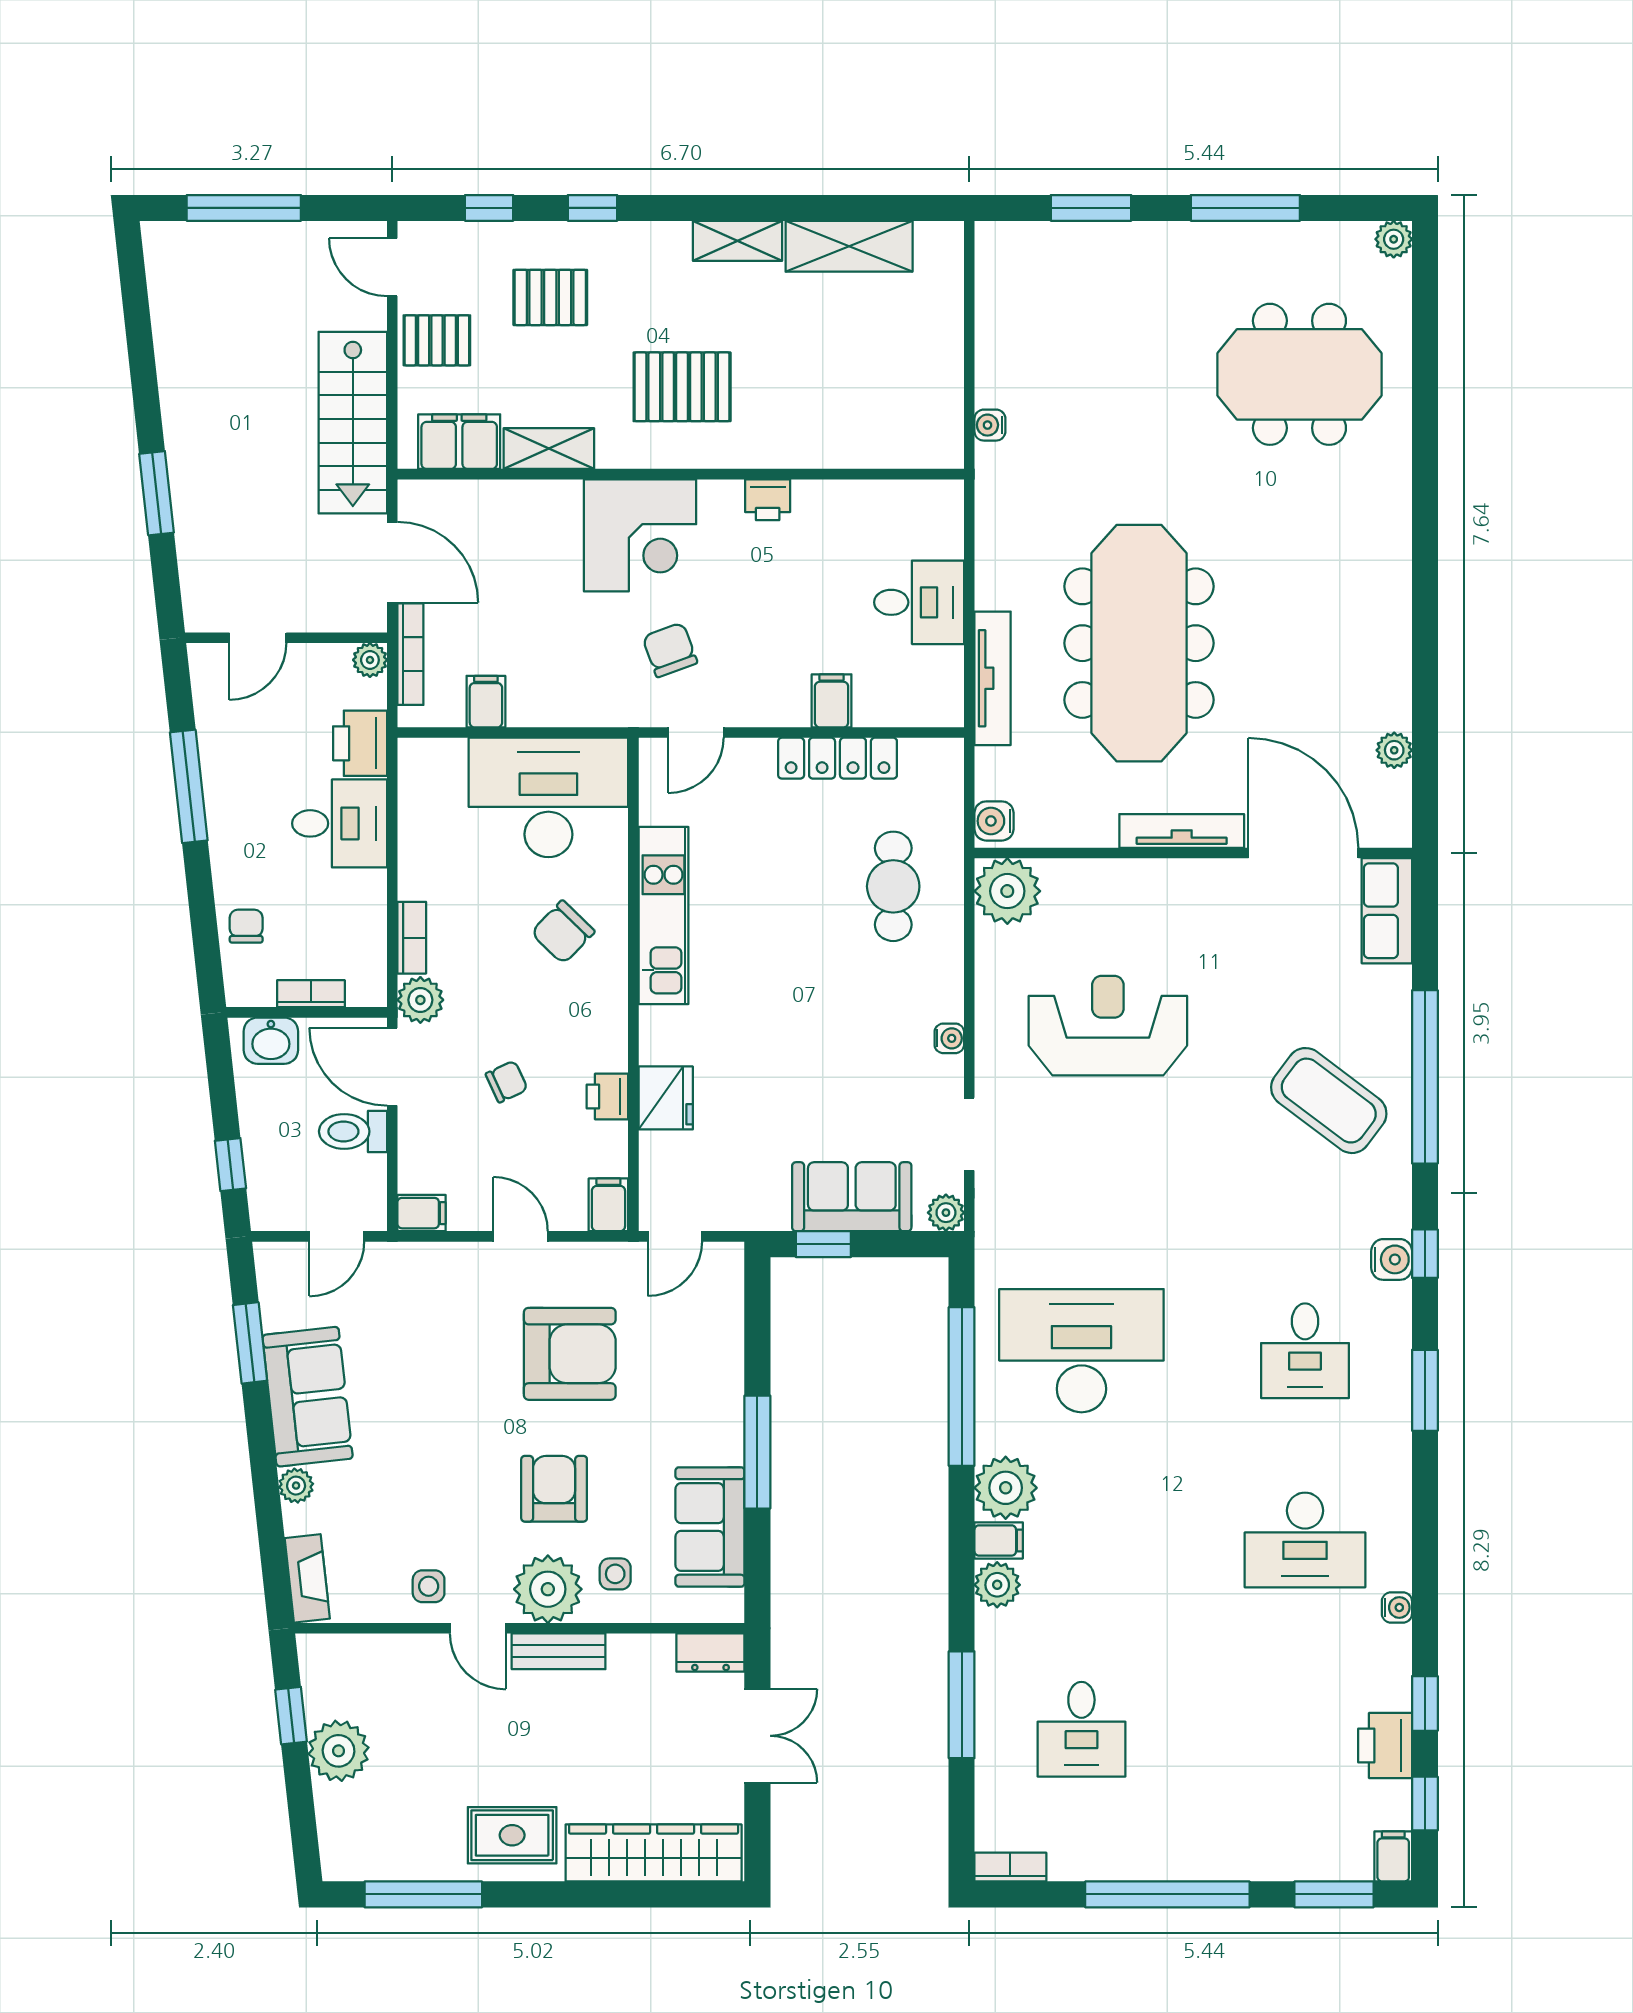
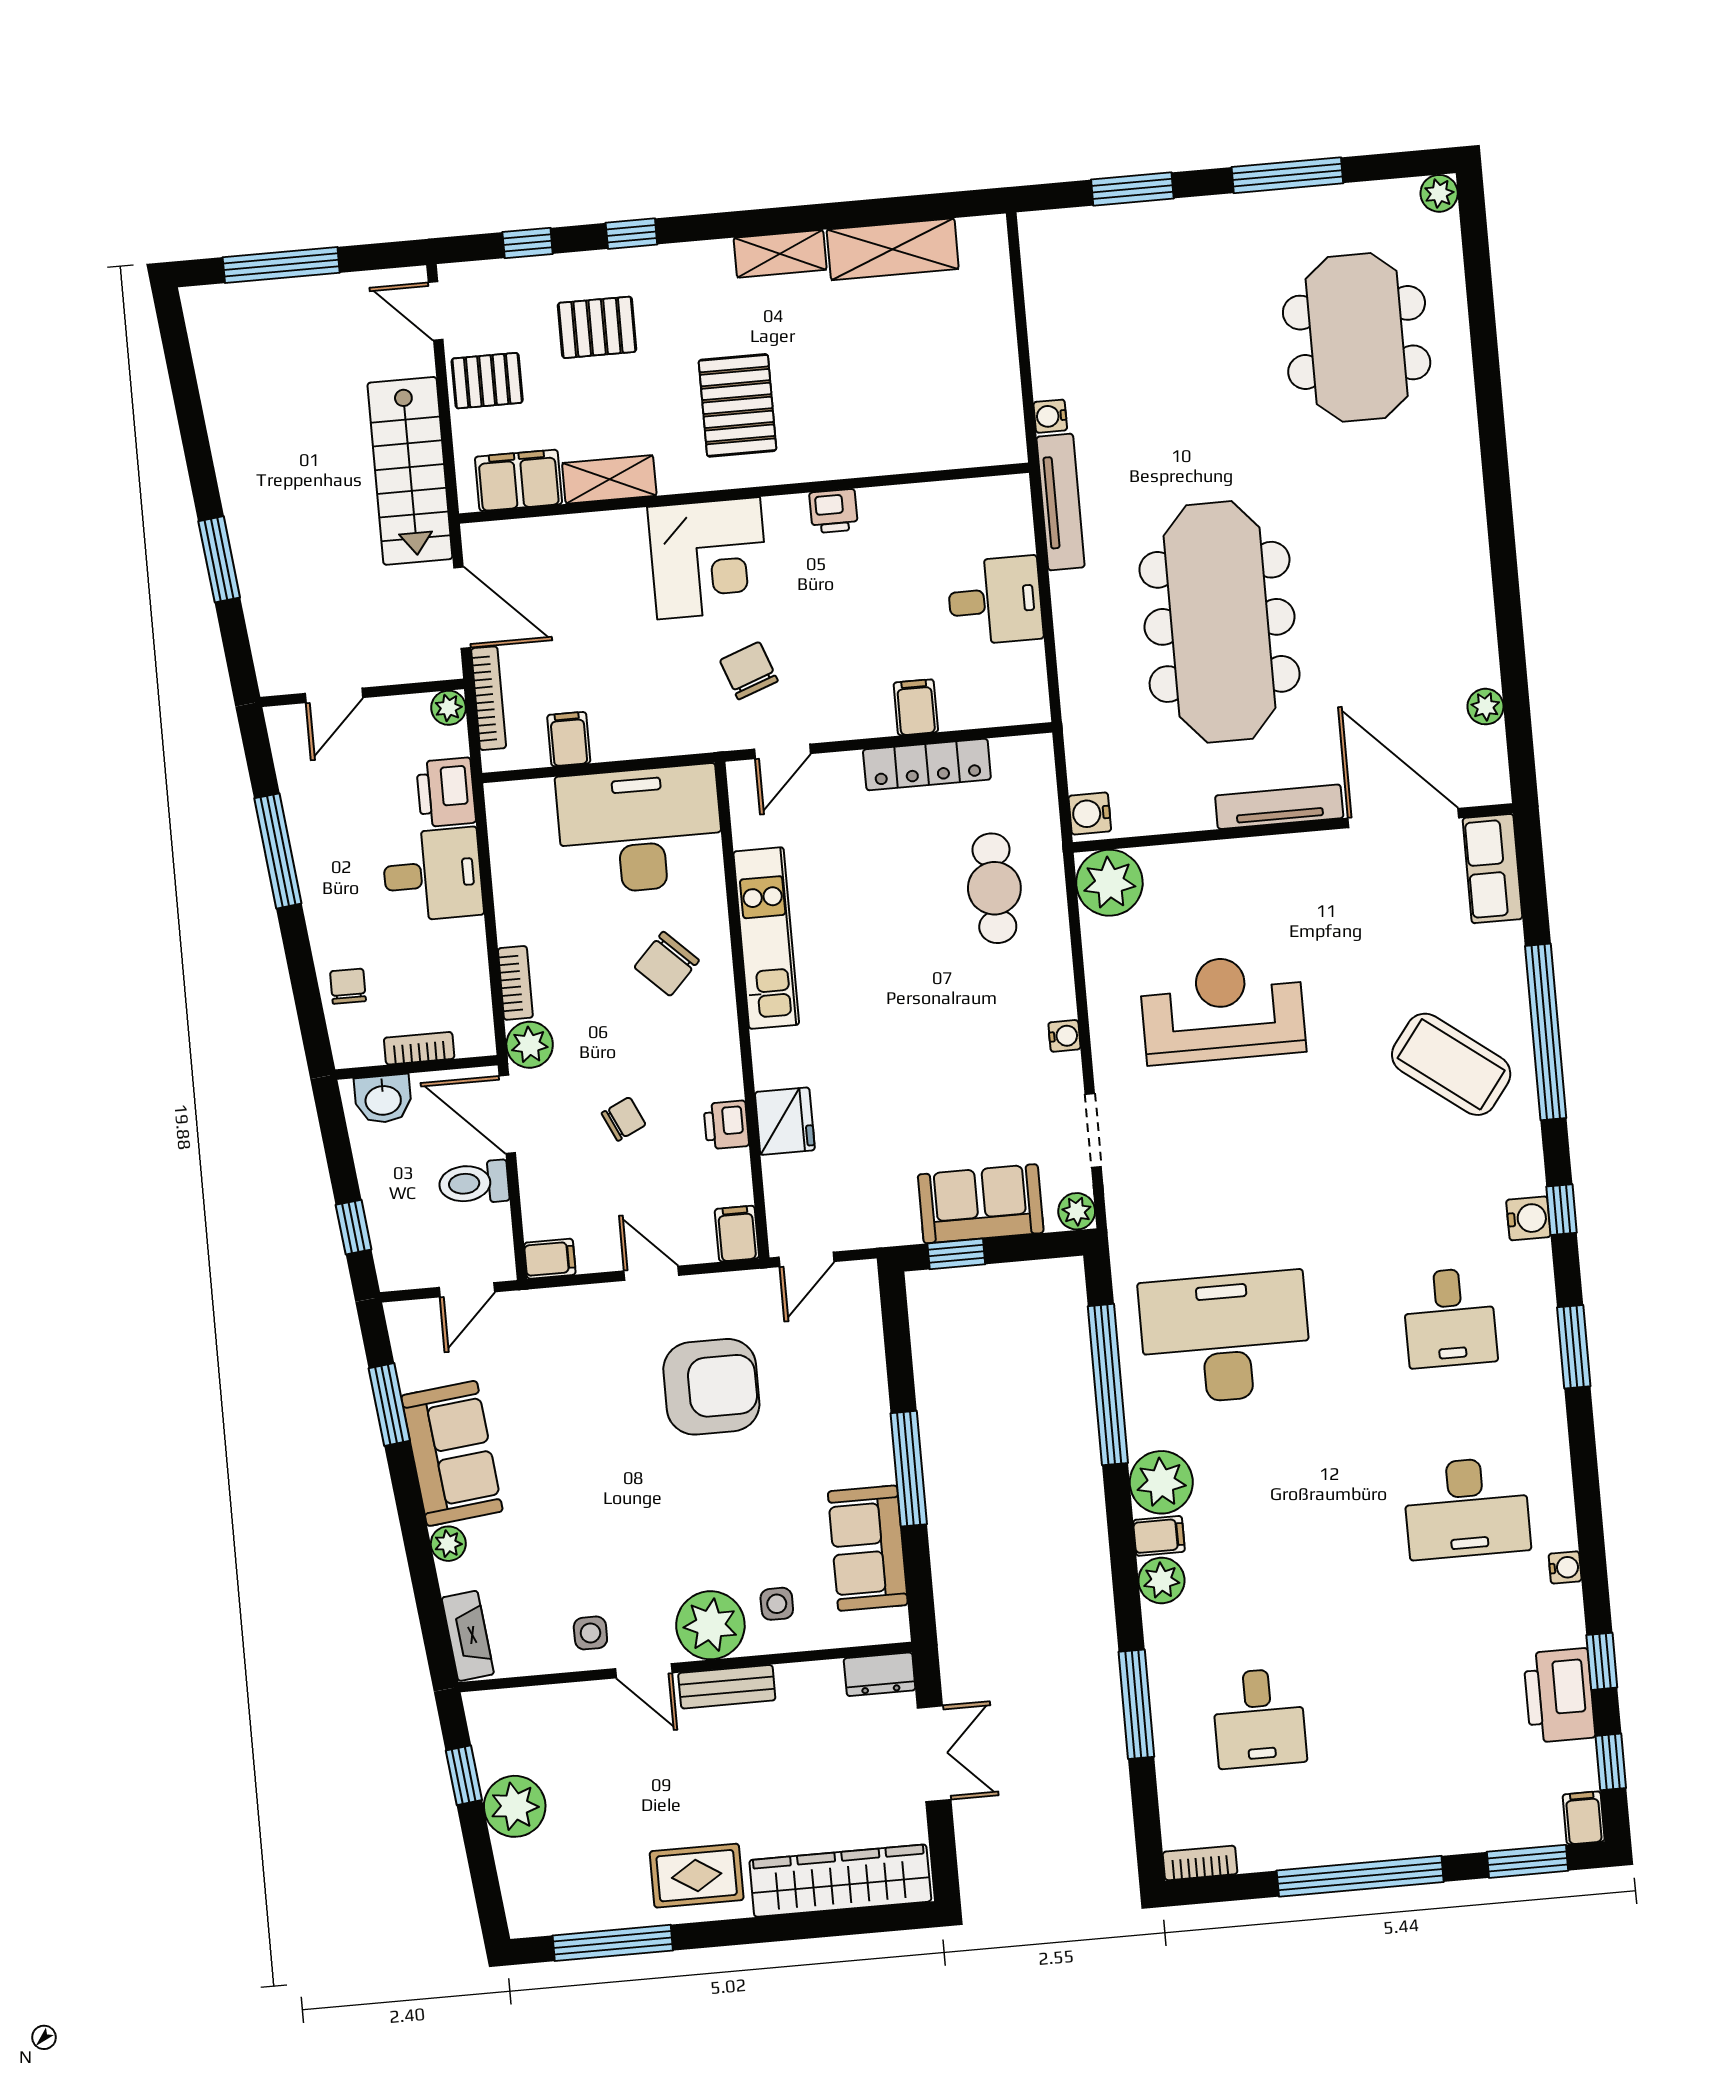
meeting table: (1299, 374) -> (1357, 337), turned 90
pallet: (682, 387) -> (737, 405), turned 90
tv unit: (993, 678) -> (1061, 502), moved
armchair: (554, 1489) -> (708, 1524), removed
printer: (1385, 1746) -> (1559, 1695), width x1.37, depth x1.19

